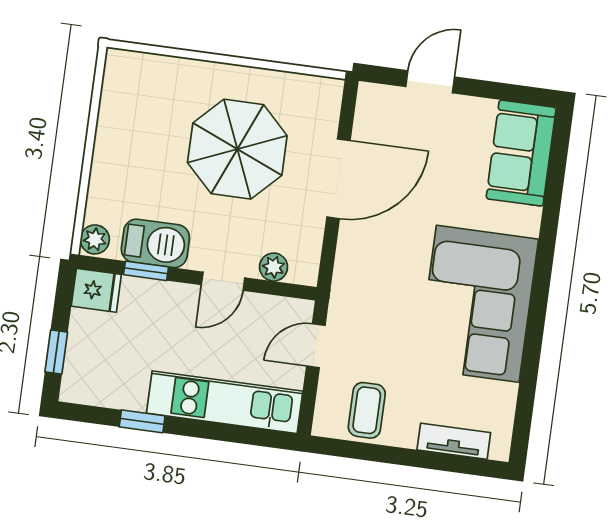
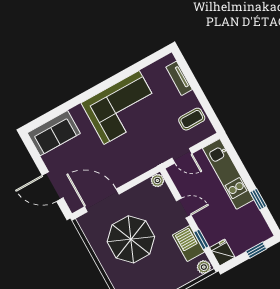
door: (430, 82) -> (53, 187), width x1.38
door: (338, 179) -> (102, 200), moved
plant: (274, 267) -> (157, 180), moved

